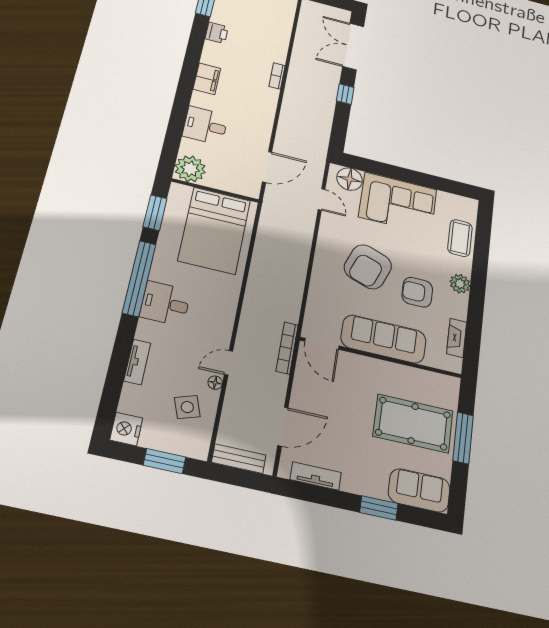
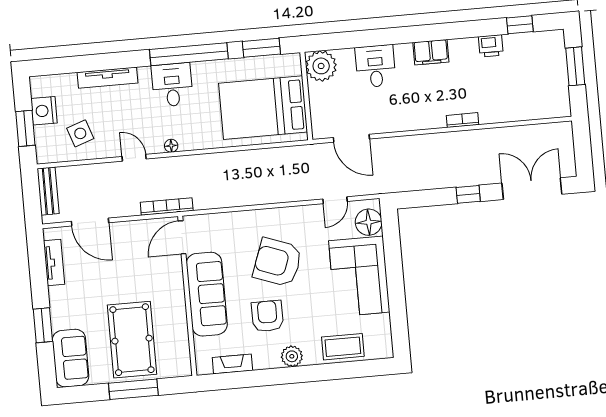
tv unit: (137, 362) -> (107, 78), width x1.41
floor lamp: (215, 383) -> (171, 146), moved
nightstand: (126, 429) -> (44, 111), moved, turned -90

